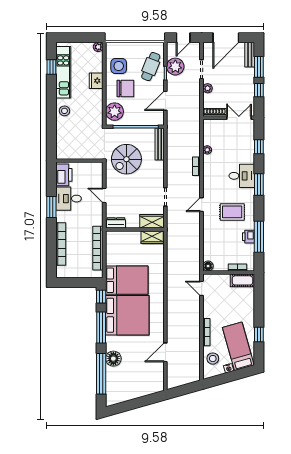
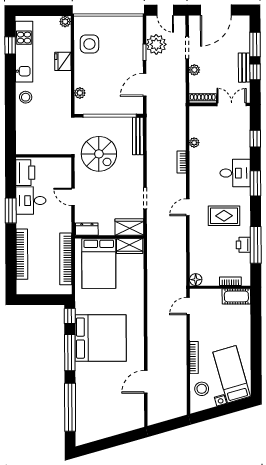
door: (183, 38) -> (165, 10), hinge flipped
bench: (250, 55) -> (244, 68), moved
cafe table: (151, 67) -> (127, 44), removed
chair: (125, 89) -> (97, 71), removed
plant: (115, 112) -> (80, 93), width x0.53, depth x0.53
spiral stairs: (126, 159) -> (99, 154), turned -90
bed: (127, 280) -> (99, 264), moved, turned 90
door: (202, 288) -> (188, 306), hinge flipped
window: (259, 334) -> (256, 360), removed
floor lamp: (113, 359) -> (84, 389), removed

